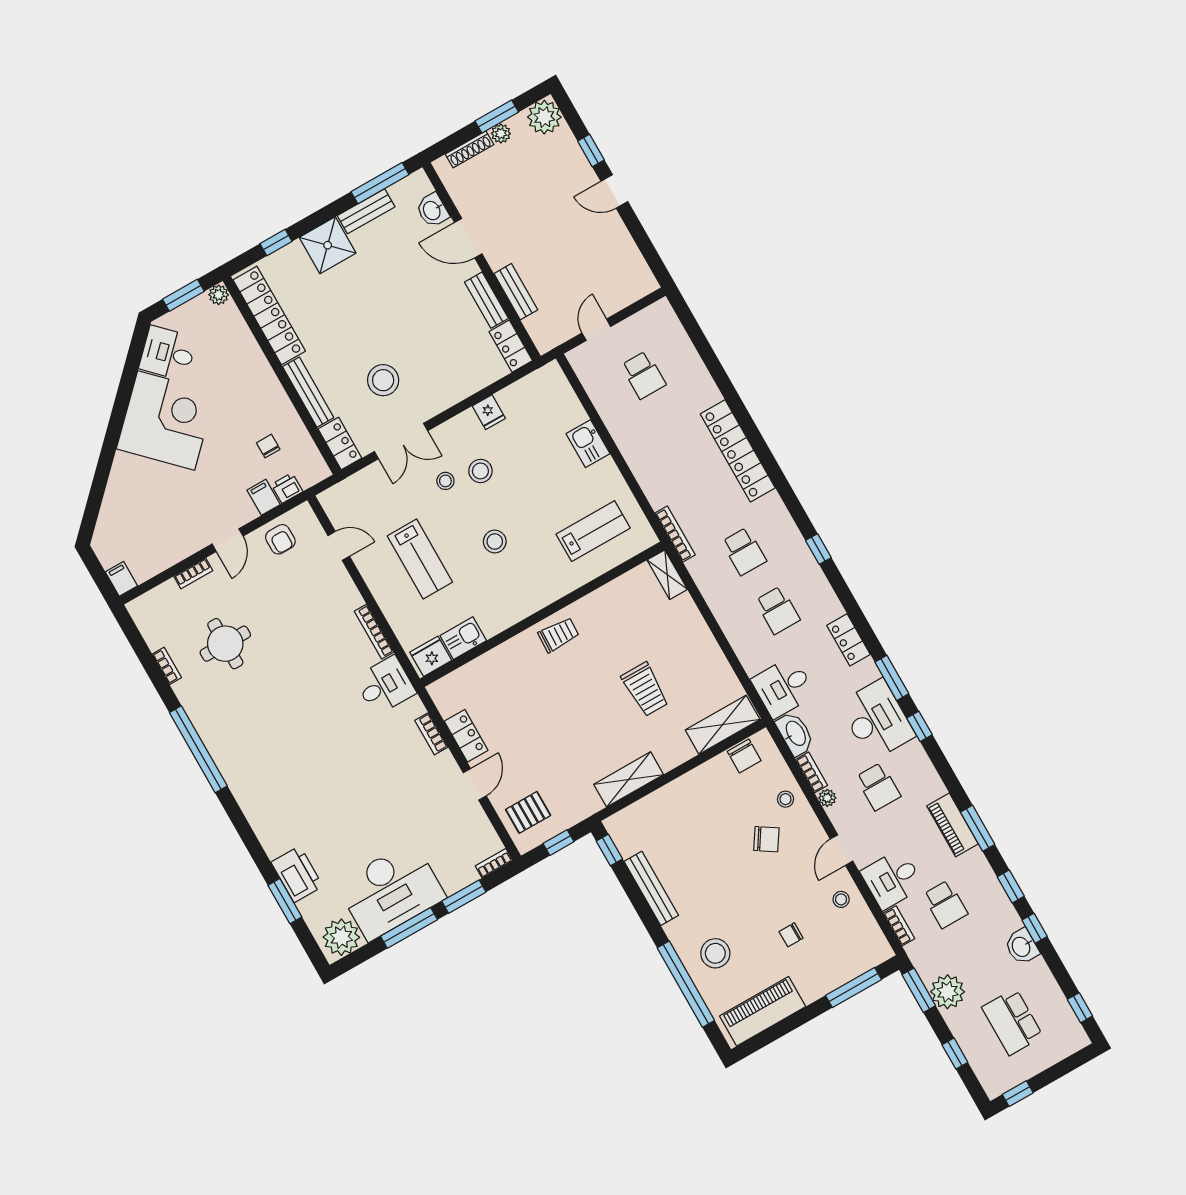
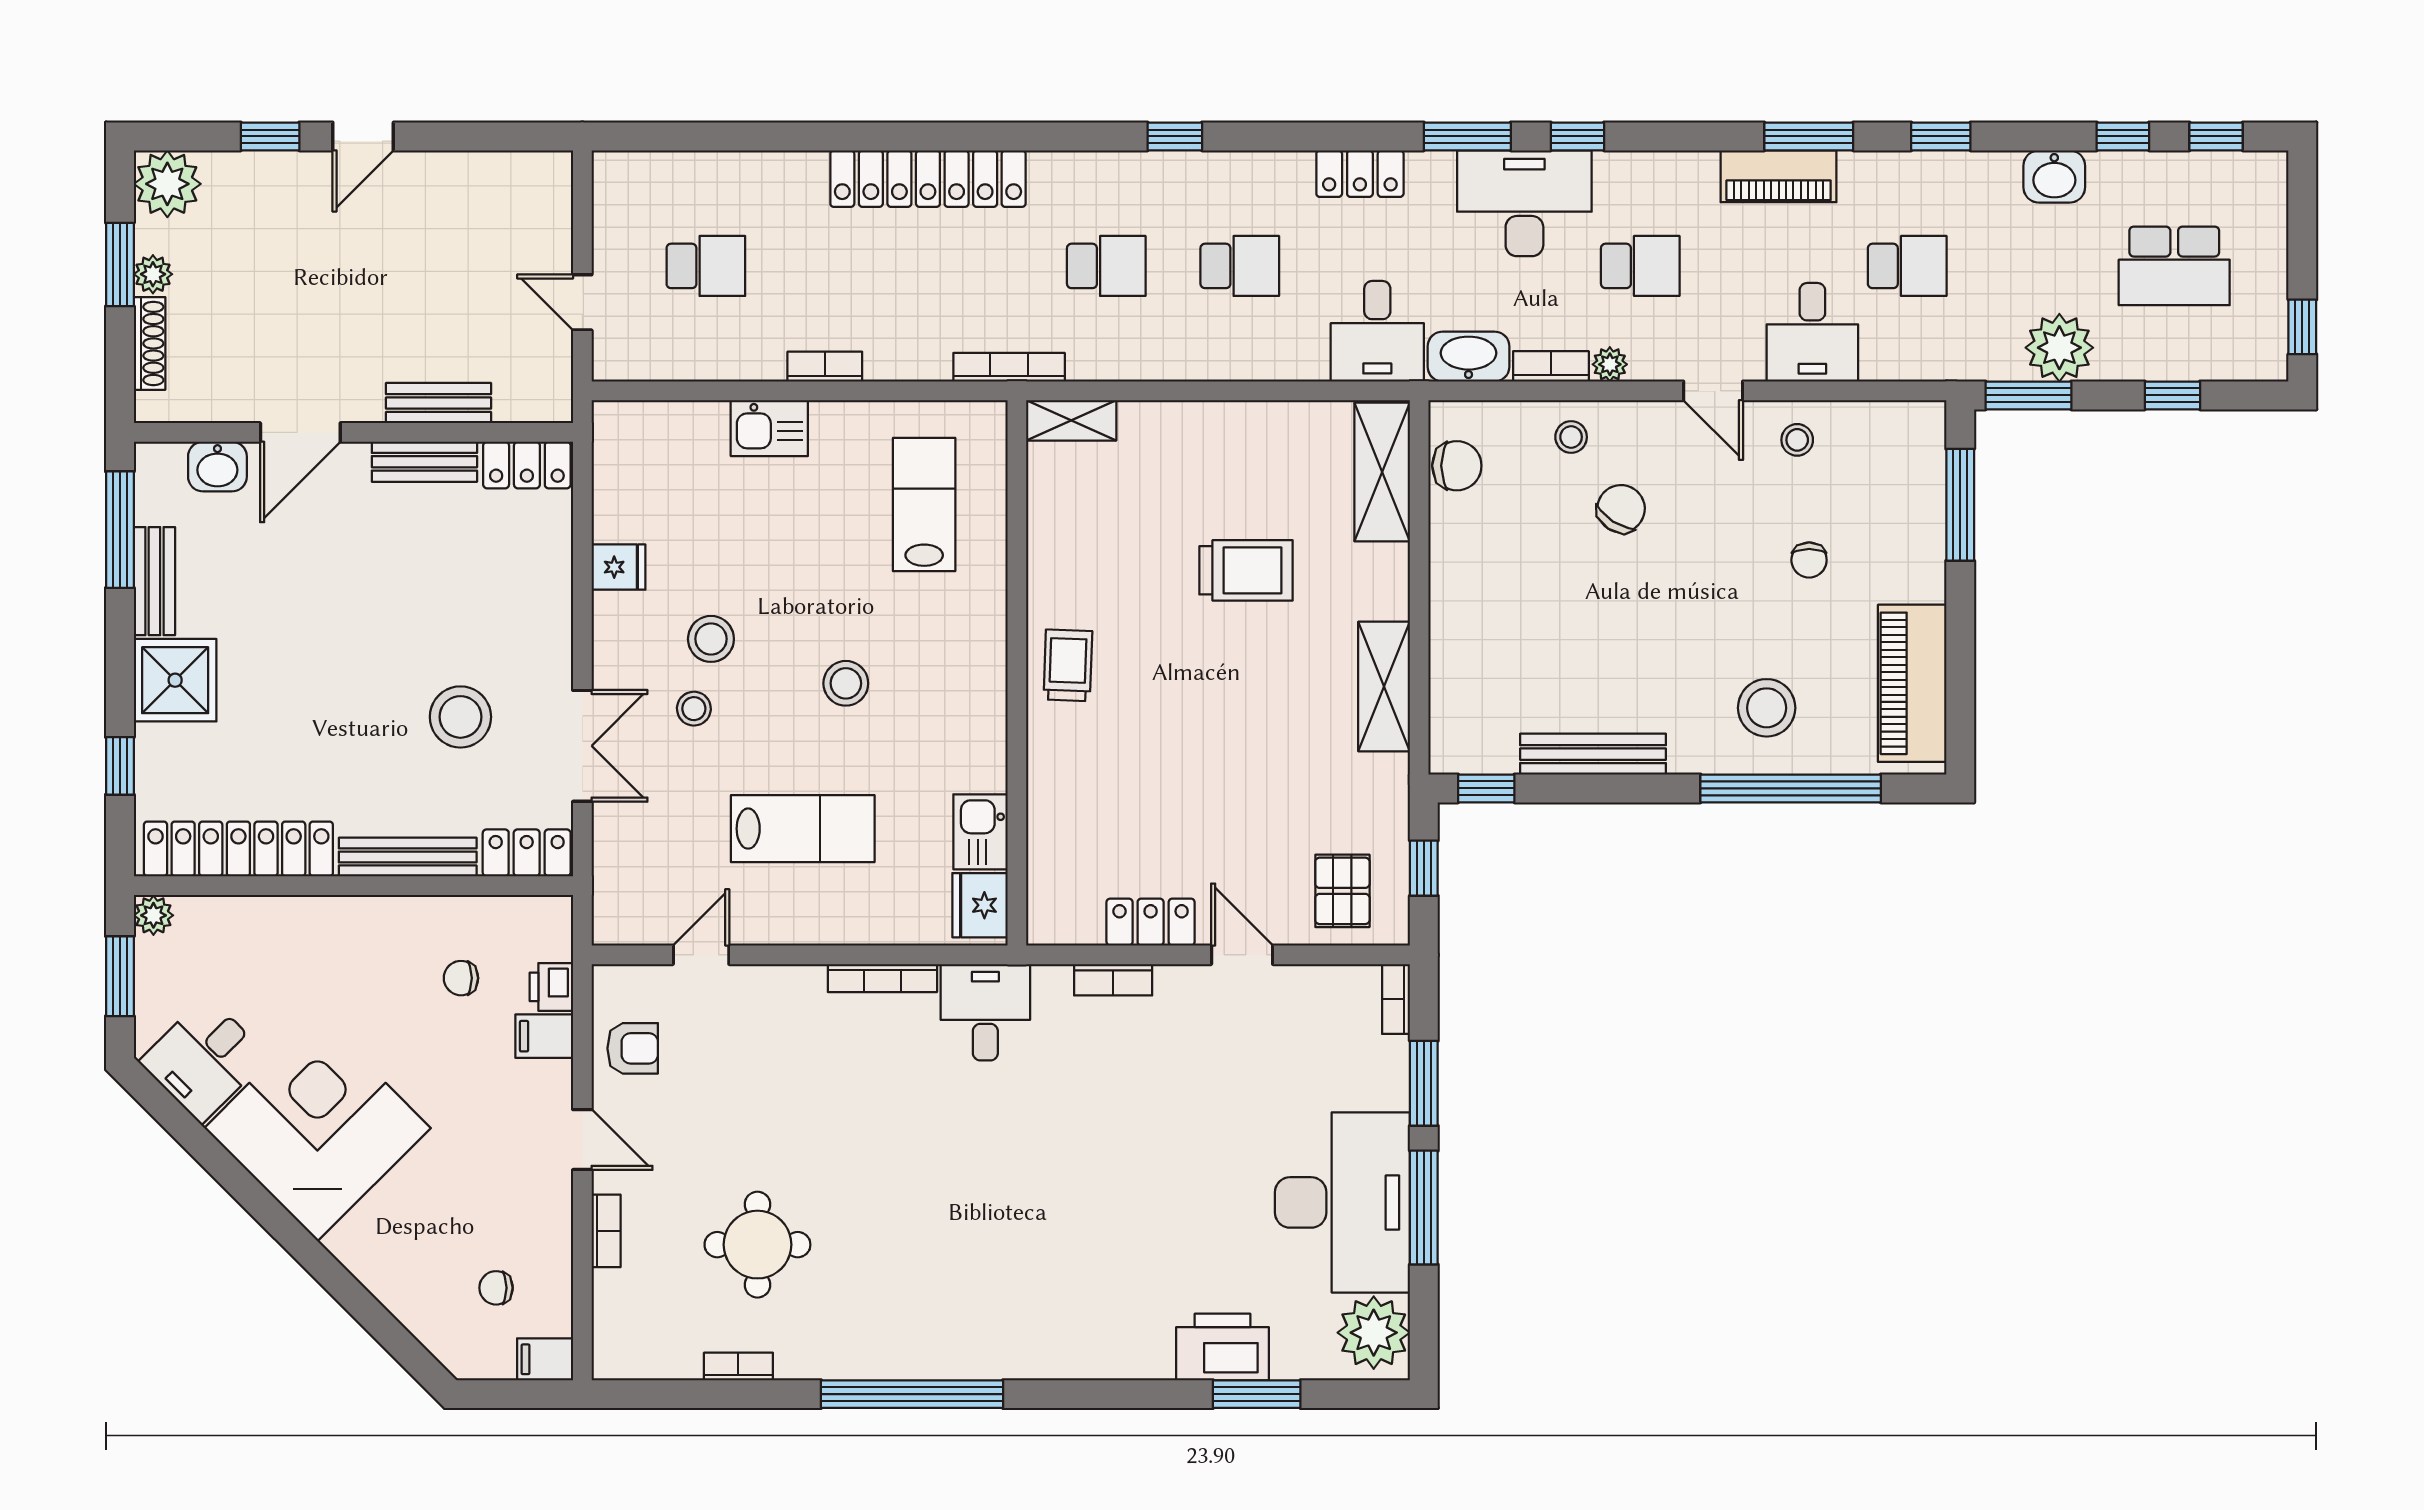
chair: (141, 539) -> (496, 1288), added
bookcase: (899, 926) -> (825, 367), moved
window: (1035, 928) -> (2123, 136), moved

